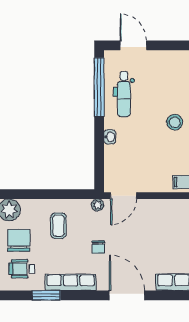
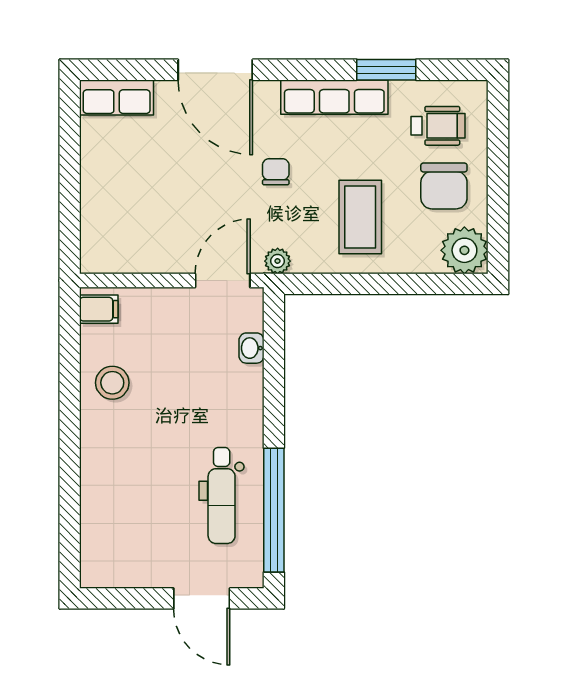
dental chair: (124, 94) -> (222, 496), turned 180
stool: (175, 122) -> (112, 383), moved
washbasin: (110, 137) -> (251, 348), moved
coffee table: (58, 226) -> (360, 217), width x1.36, depth x1.30

